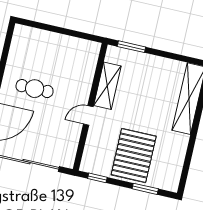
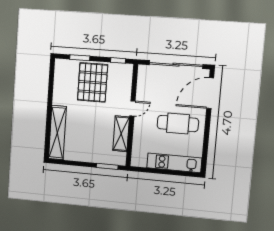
kitchen unit: (46, 40) -> (174, 163), added
cafe table: (35, 89) -> (178, 124), width x1.37, depth x1.35

